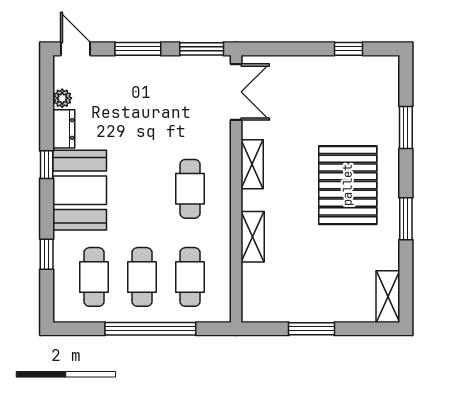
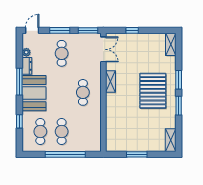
door: (76, 49) -> (32, 30), hinge flipped
window: (349, 49) -> (132, 30), moved
window: (406, 128) -> (179, 80), moved
window: (47, 165) -> (19, 82), width x2.17
shelving: (253, 237) -> (171, 44), moved
cafe table: (190, 277) -> (62, 53), moved

